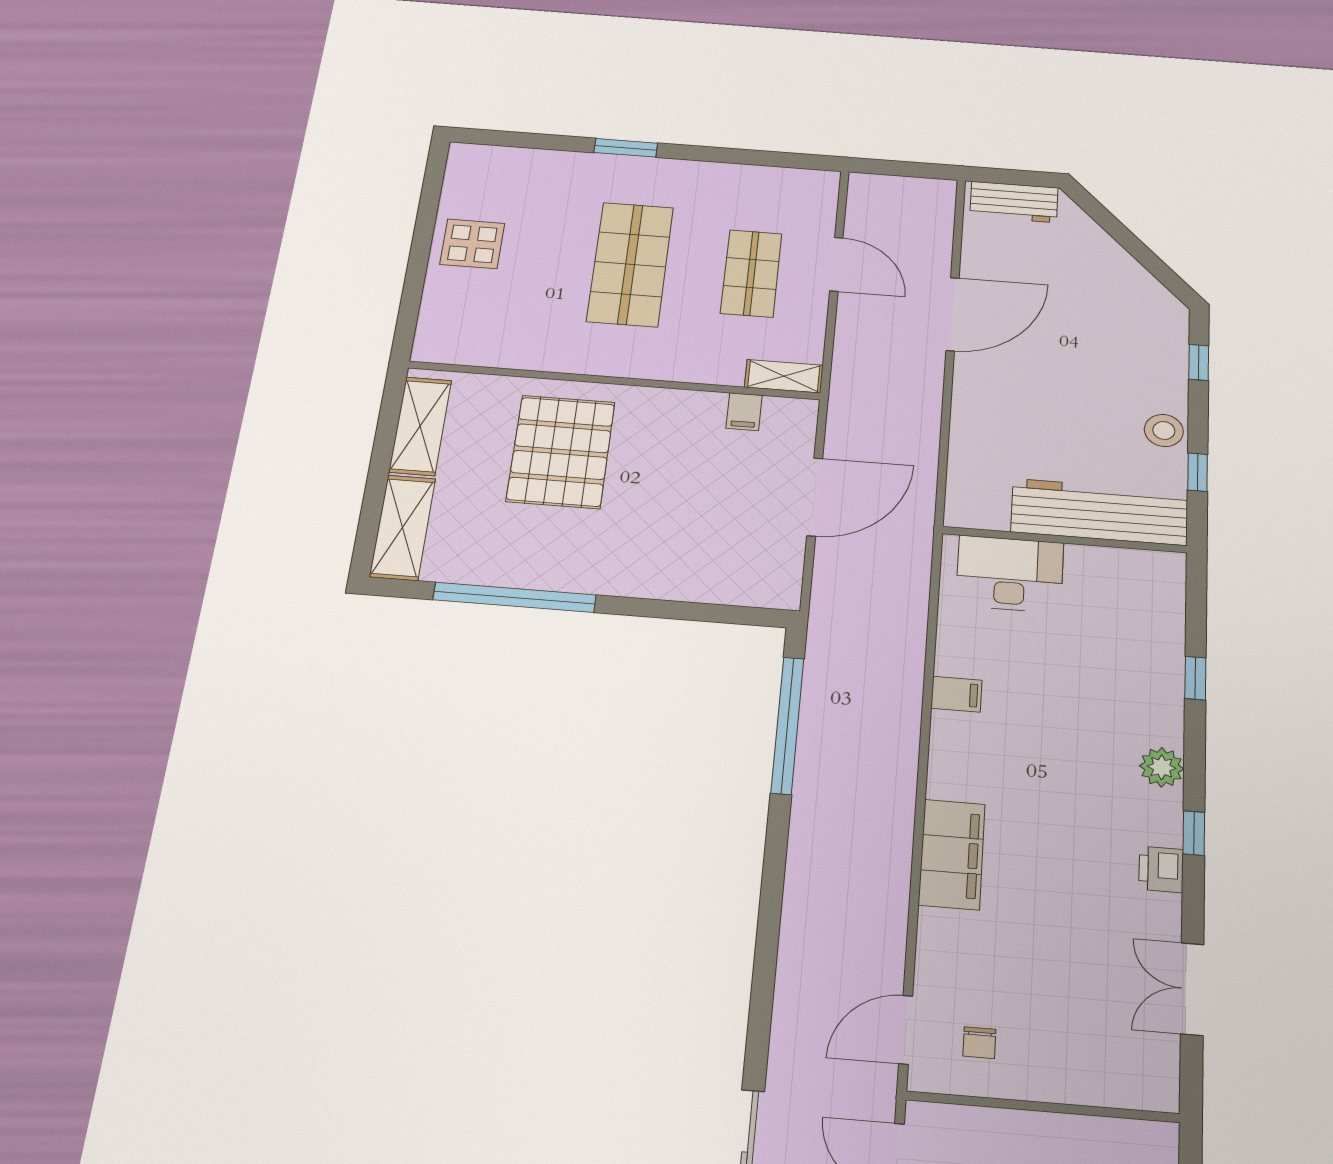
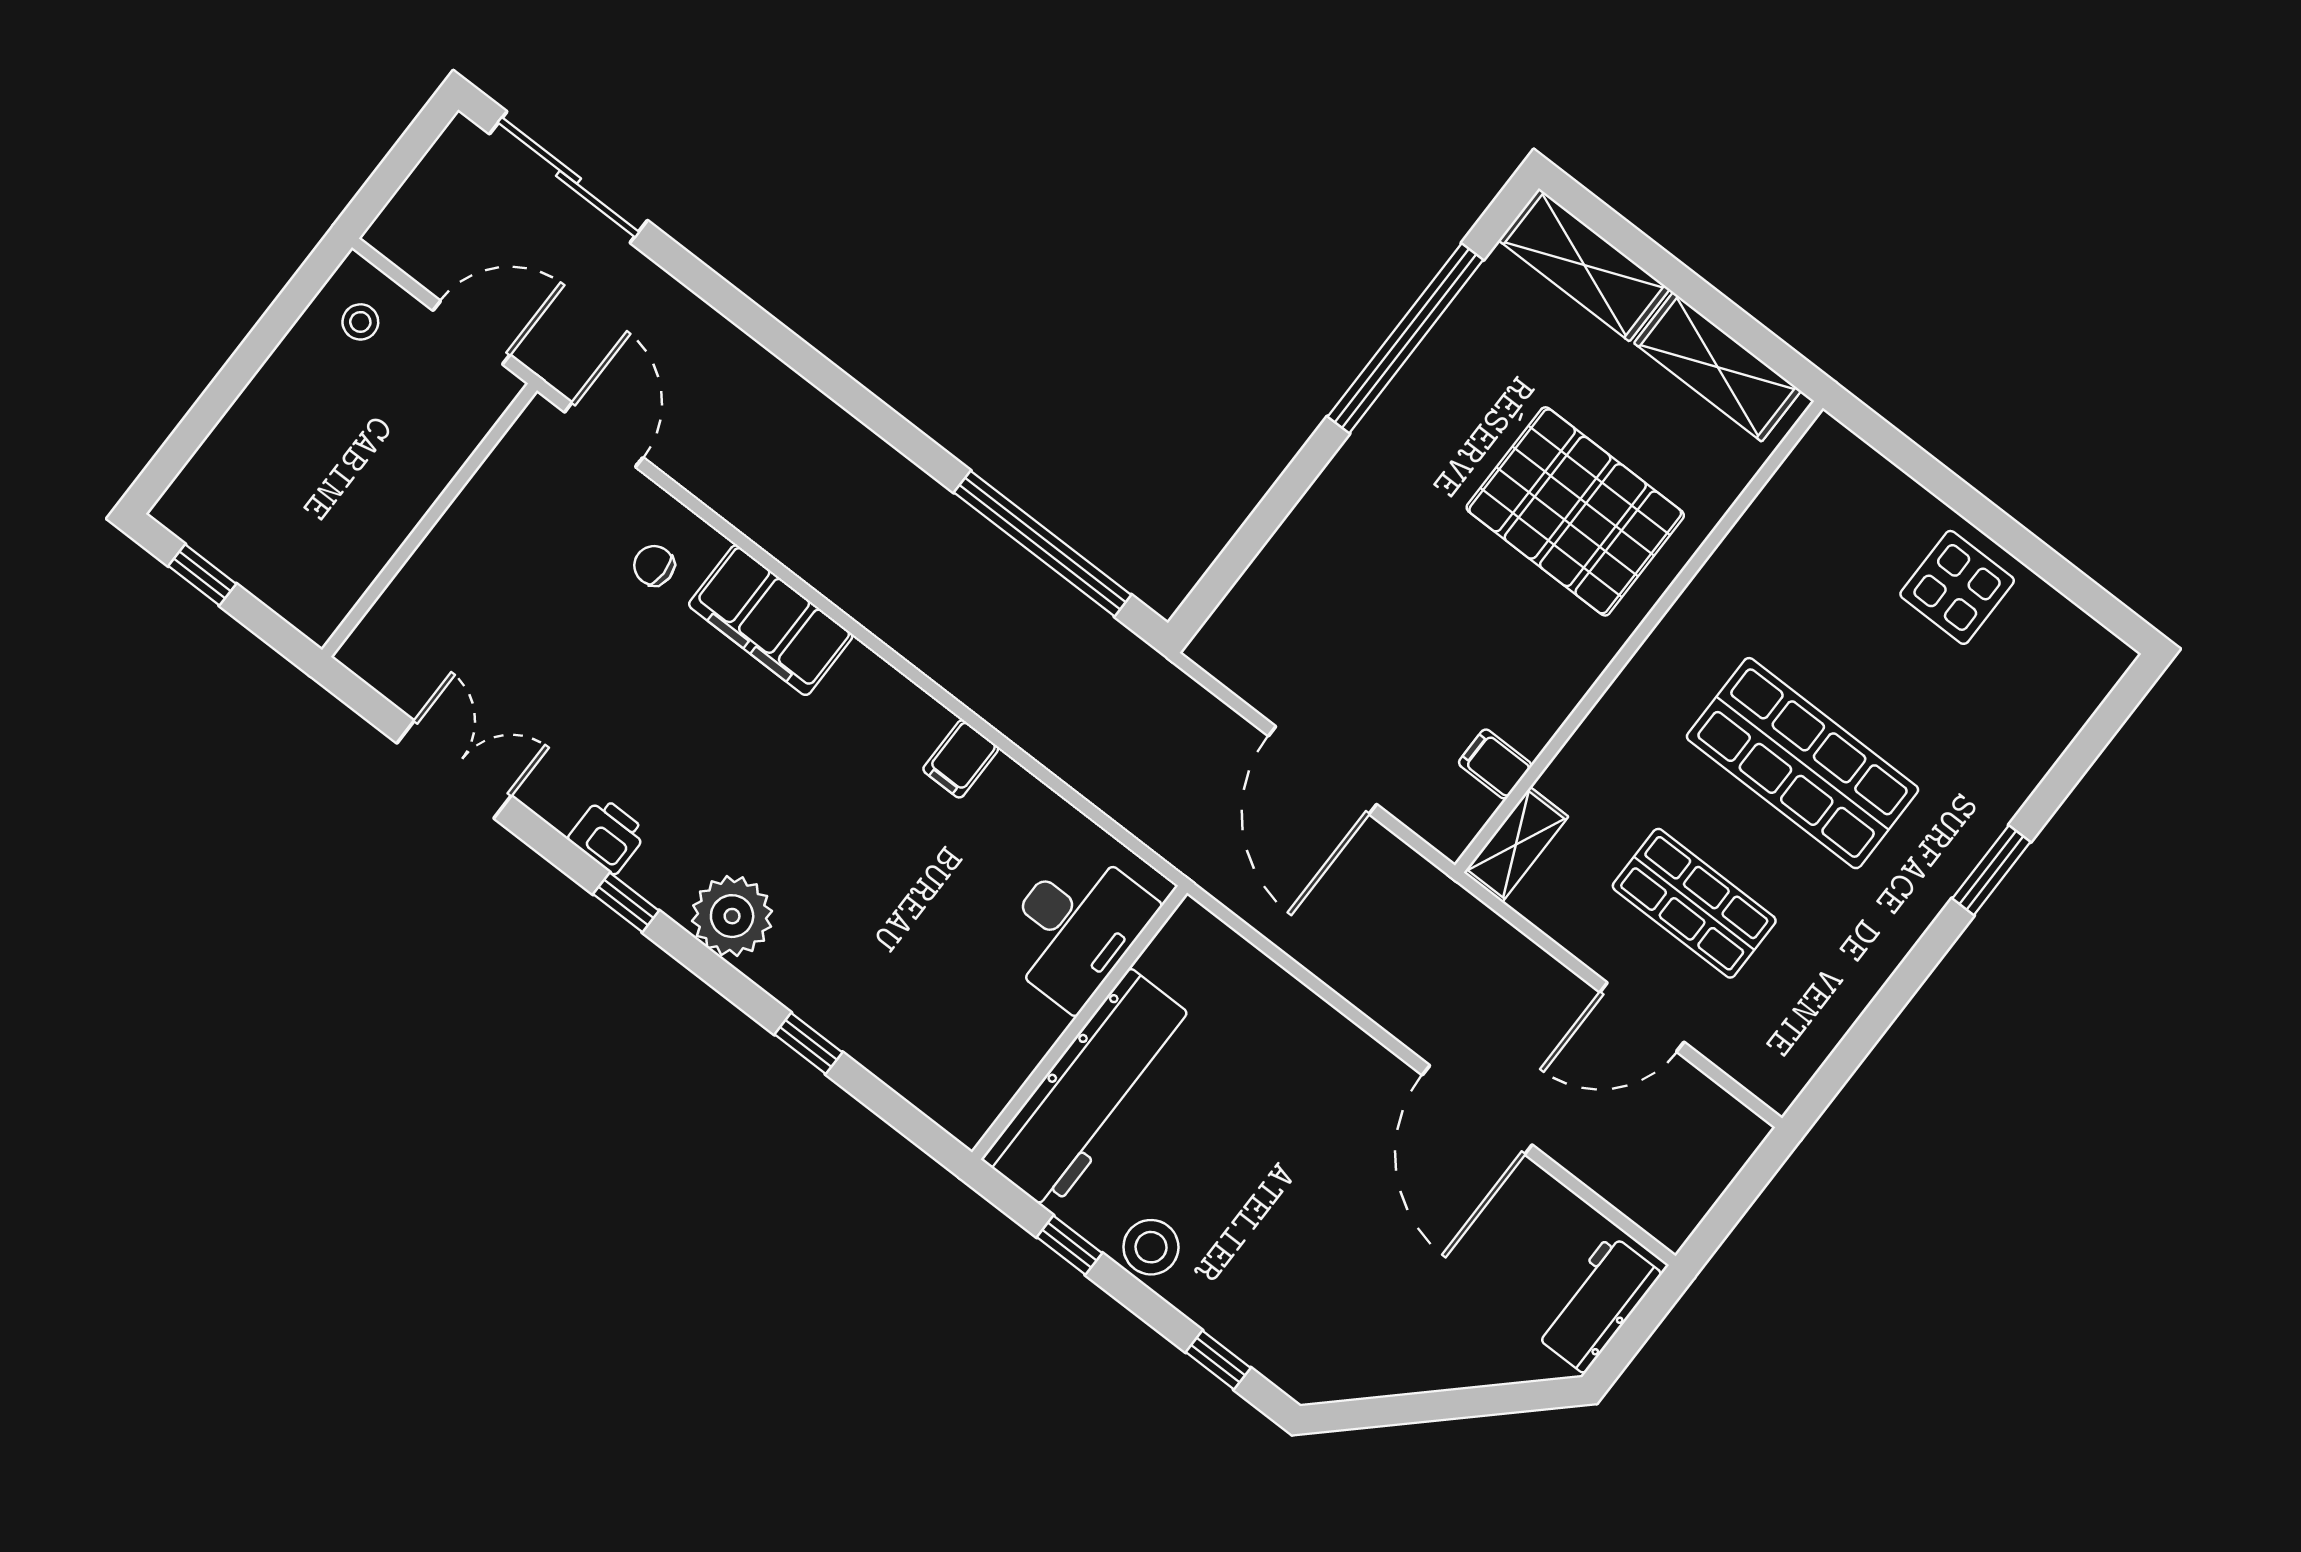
plant: (1162, 767) -> (732, 916), width x1.36, depth x1.36
chair: (979, 1043) -> (654, 566), moved

